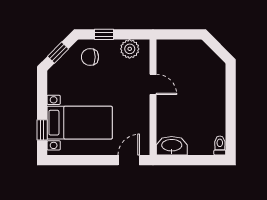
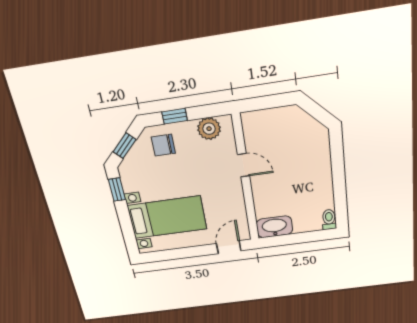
window: (42, 130) -> (117, 190), moved

